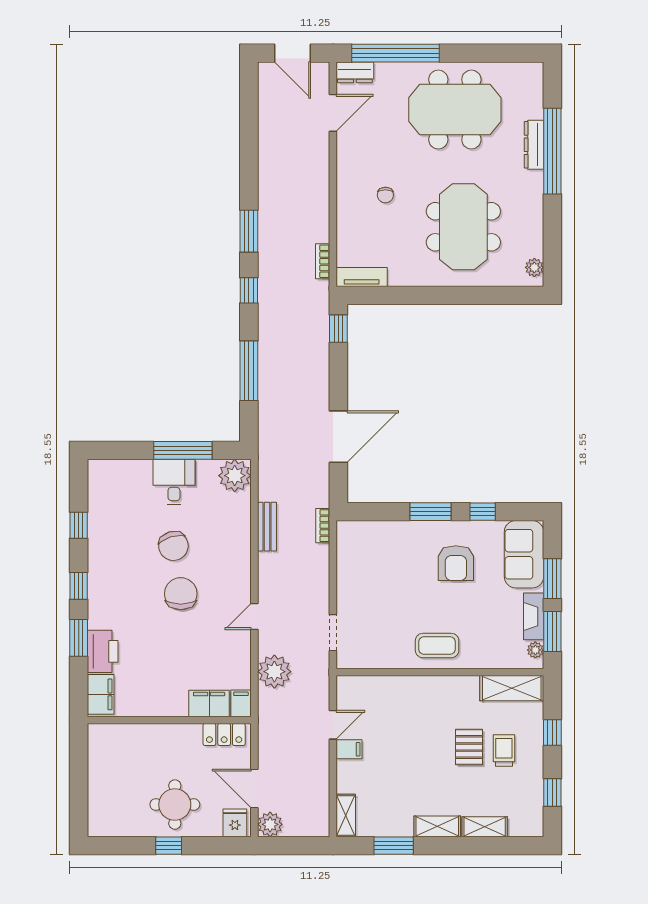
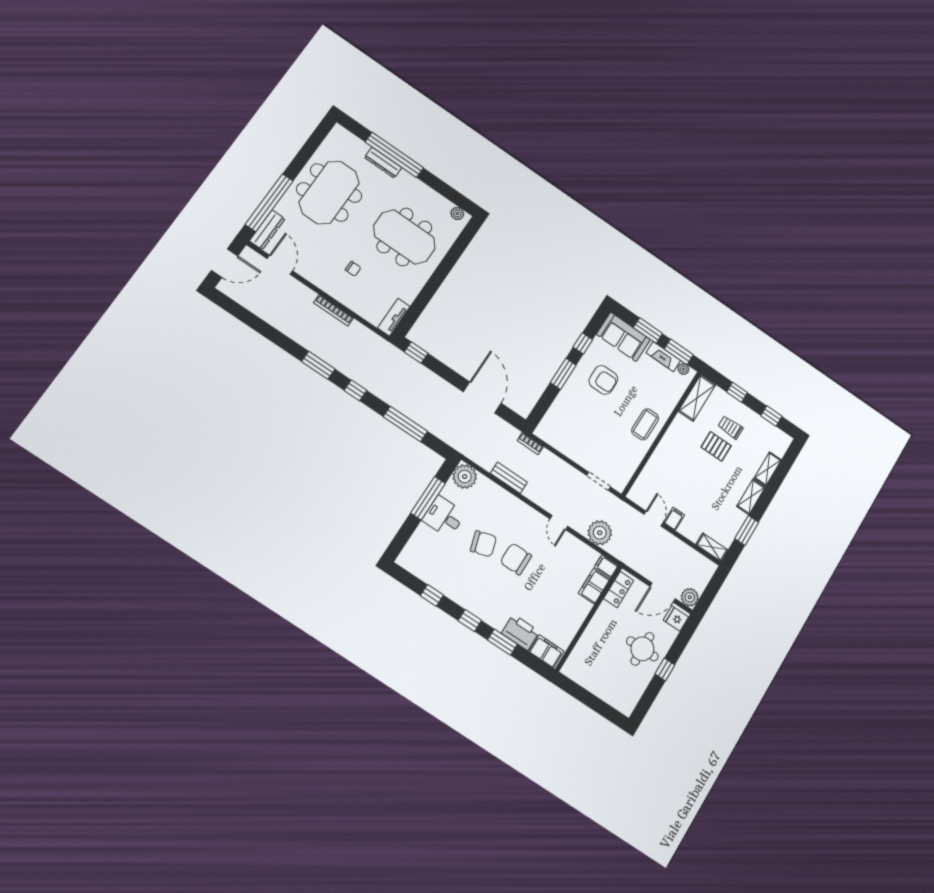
dresser: (355, 72) -> (267, 230), width x1.44
bookcase: (323, 261) -> (333, 310), moved, width x1.56

